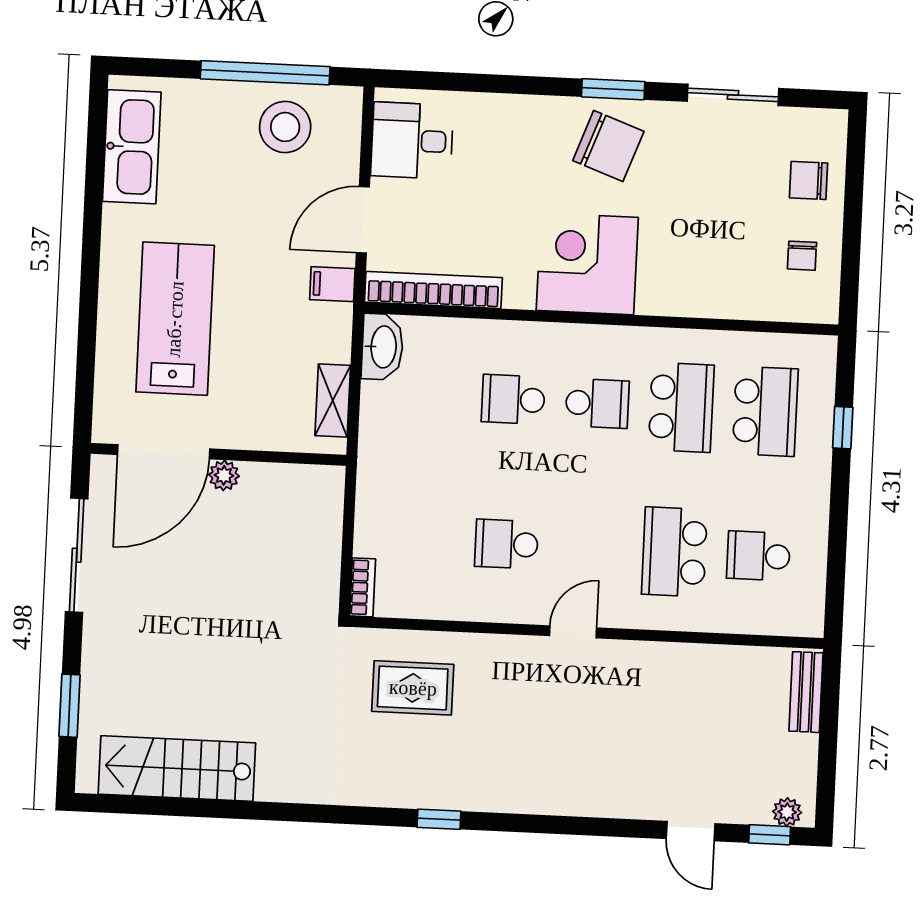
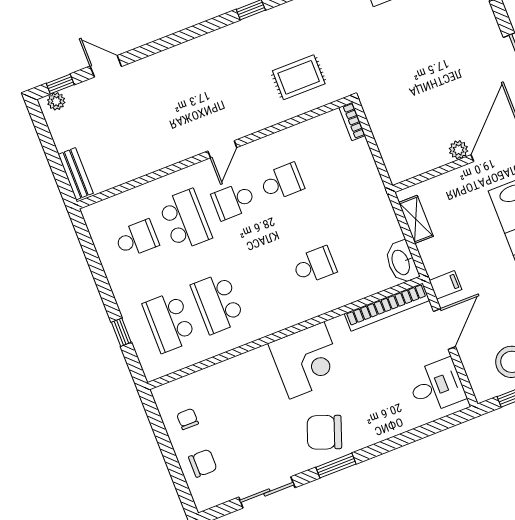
school desk: (597, 403) -> (234, 201), moved

